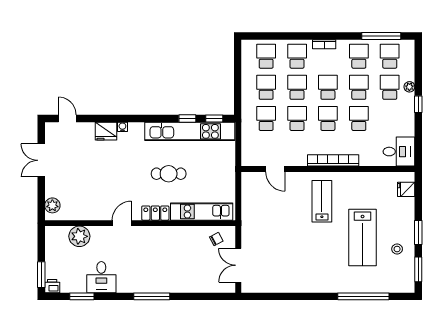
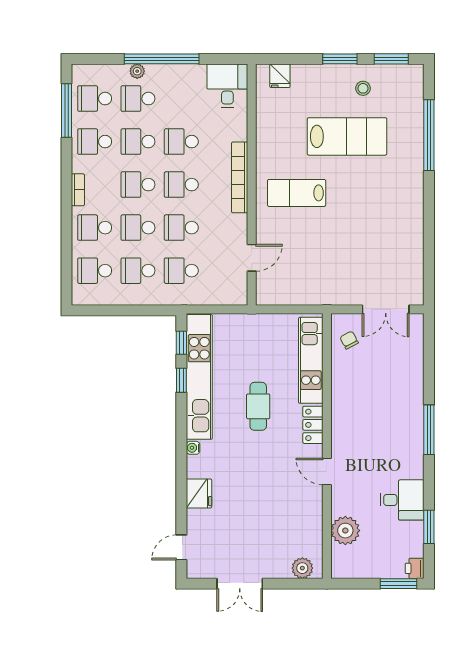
window: (418, 104) -> (162, 59), width x3.17
water cooler: (122, 127) -> (193, 448), moved

